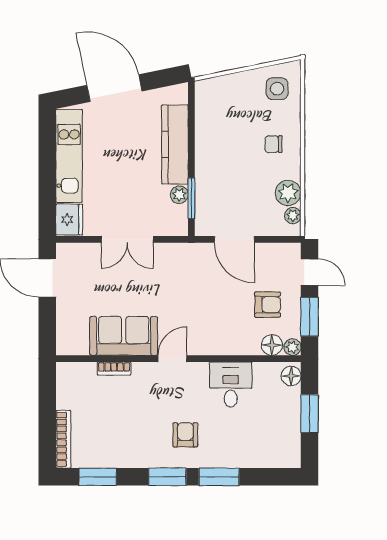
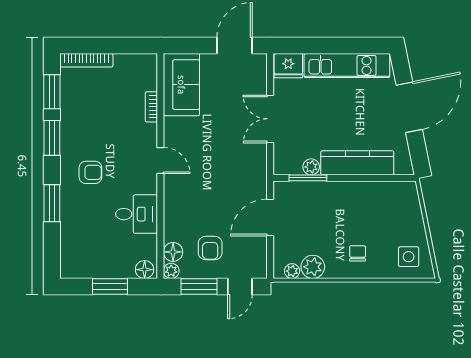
sofa: (124, 336) -> (181, 85), moved
window: (167, 477) -> (52, 138), moved

